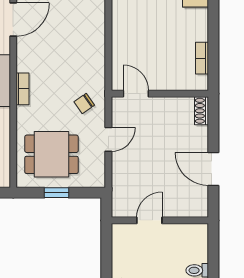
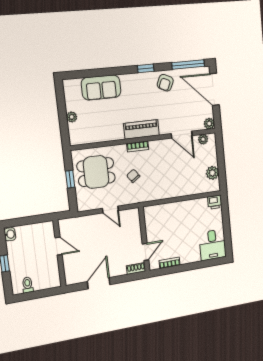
door: (136, 94) -> (145, 252), moved
chair: (84, 104) -> (133, 176), moved
dining table: (51, 154) -> (96, 172), turned 90

